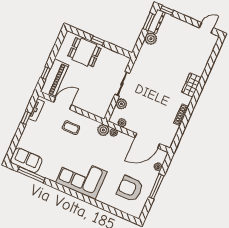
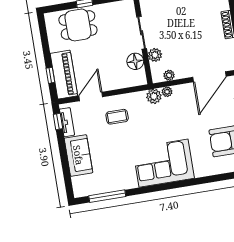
floor lamp: (106, 100) -> (135, 61), added
window: (26, 118) -> (58, 121), moved
sofa: (26, 160) -> (78, 155), moved, turned 90

